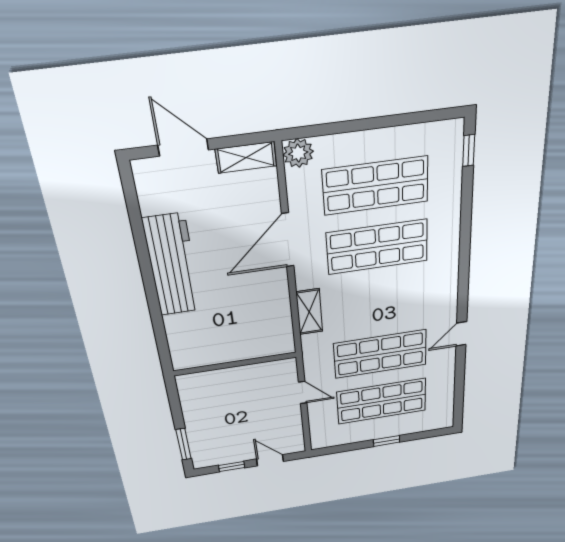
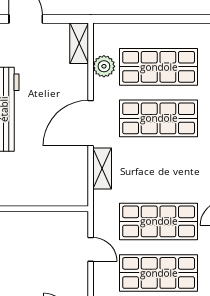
plant: (298, 153) -> (104, 66), moved
shelving: (246, 157) -> (79, 43), moved, turned 90
door: (288, 240) -> (91, 123), moved

